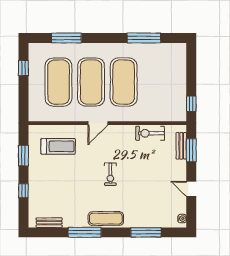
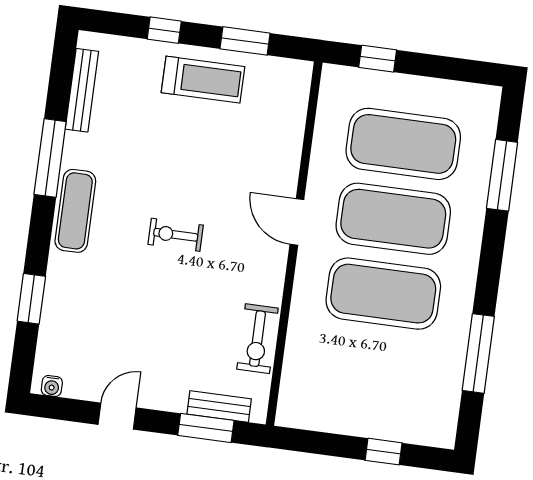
window: (23, 68) -> (378, 59), moved
window: (191, 104) -> (384, 452), moved
exercise bike: (150, 133) -> (257, 339), turned 180
treadmill: (58, 146) -> (203, 80), moved, turned -90
bench: (49, 223) -> (82, 90), width x1.36
window: (146, 232) -> (31, 299), width x0.69

